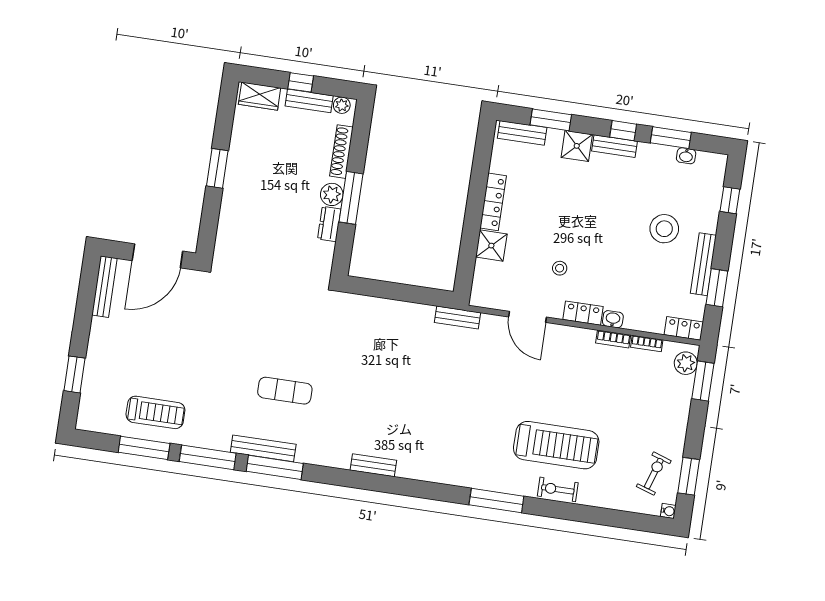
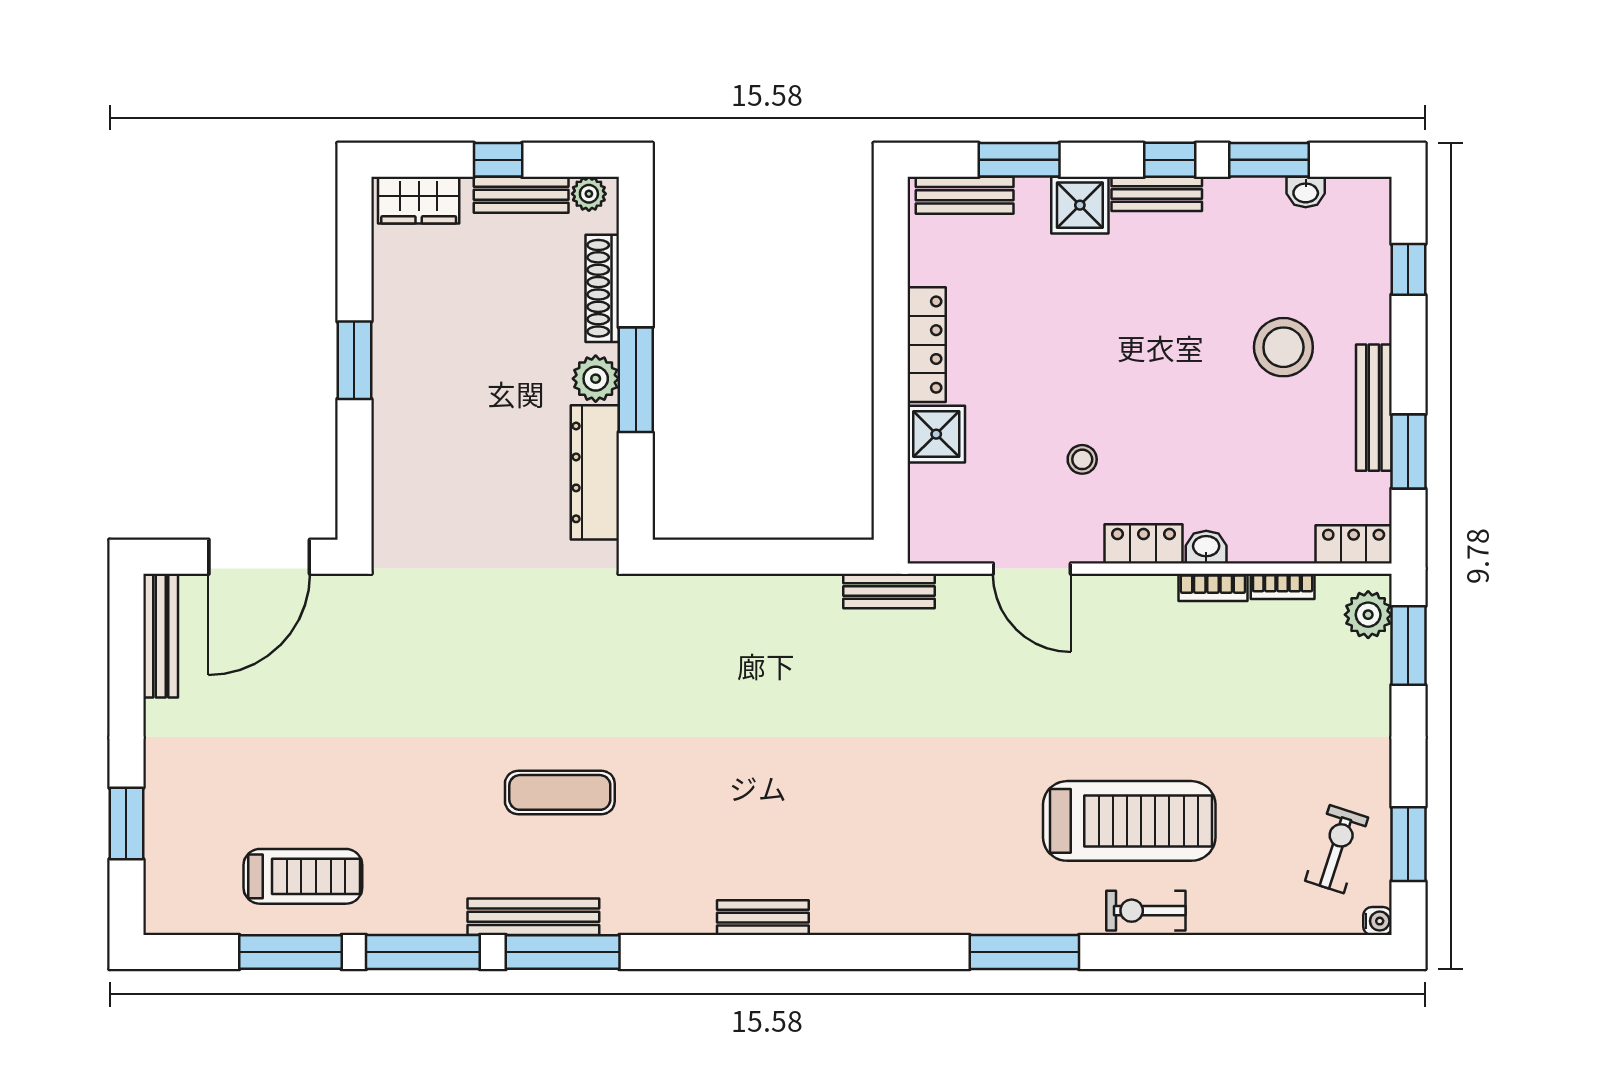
dresser: (329, 224) -> (595, 472), width x1.96, depth x1.24

